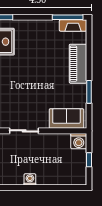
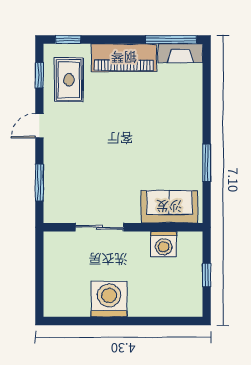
piano: (78, 64) -> (124, 58), moved, turned -90
washing machine: (79, 141) -> (164, 244), moved
washing machine: (30, 179) -> (109, 299), width x1.89, depth x1.89

